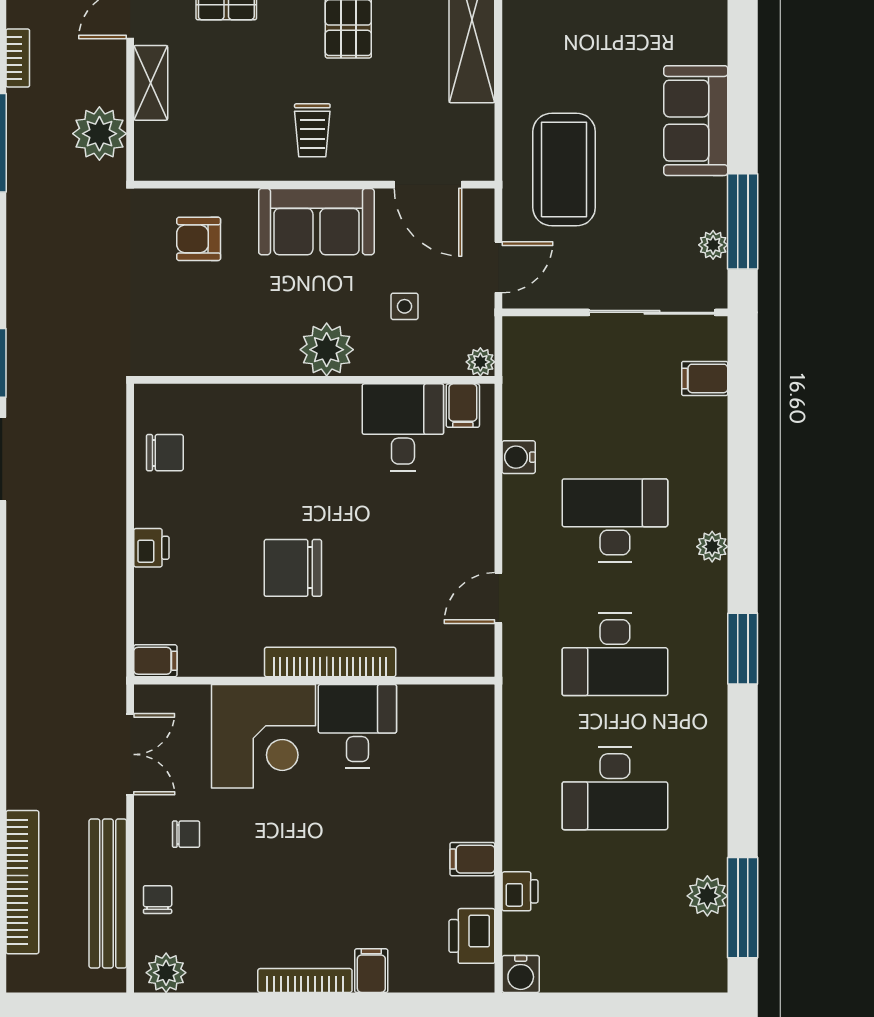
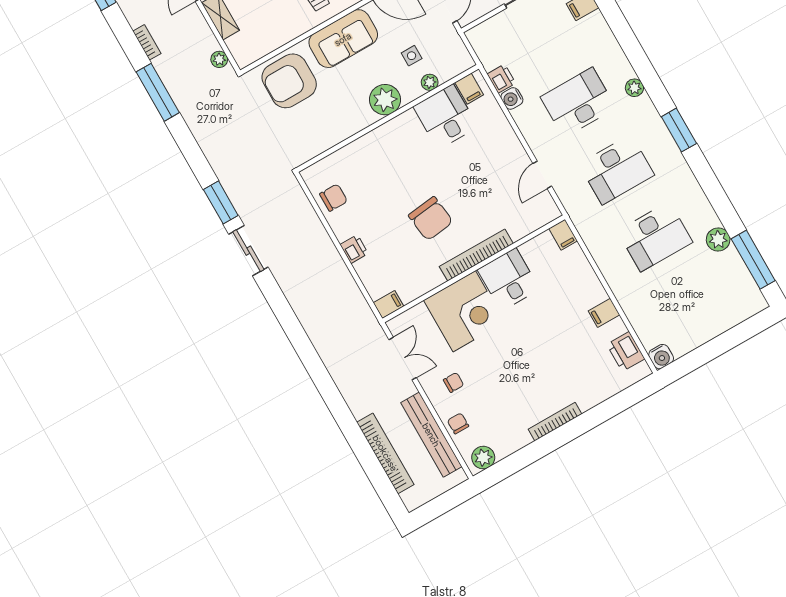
plant: (99, 134) -> (219, 59), width x0.53, depth x0.53
armchair: (199, 239) -> (289, 81), width x1.88, depth x1.88
plant: (480, 362) -> (430, 82), moved
chair: (293, 568) -> (431, 219), turned -97
printer: (520, 891) -> (501, 79), moved
plant: (707, 896) -> (718, 239), moved
filing cabinet: (371, 971) -> (563, 235), moved, turned 180

